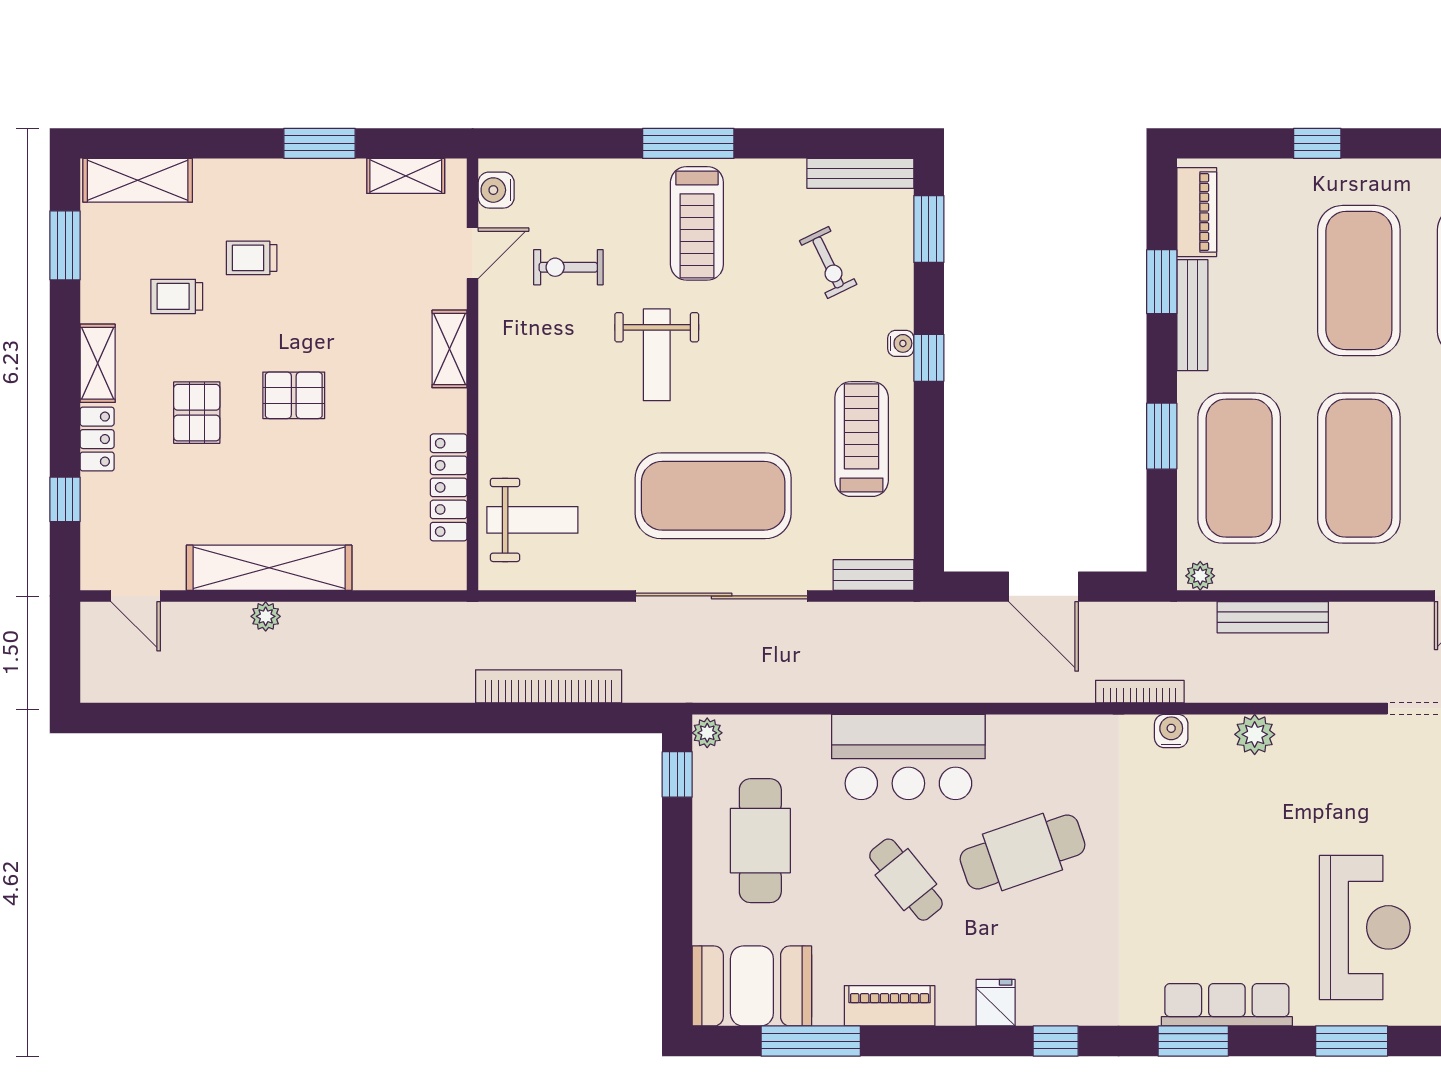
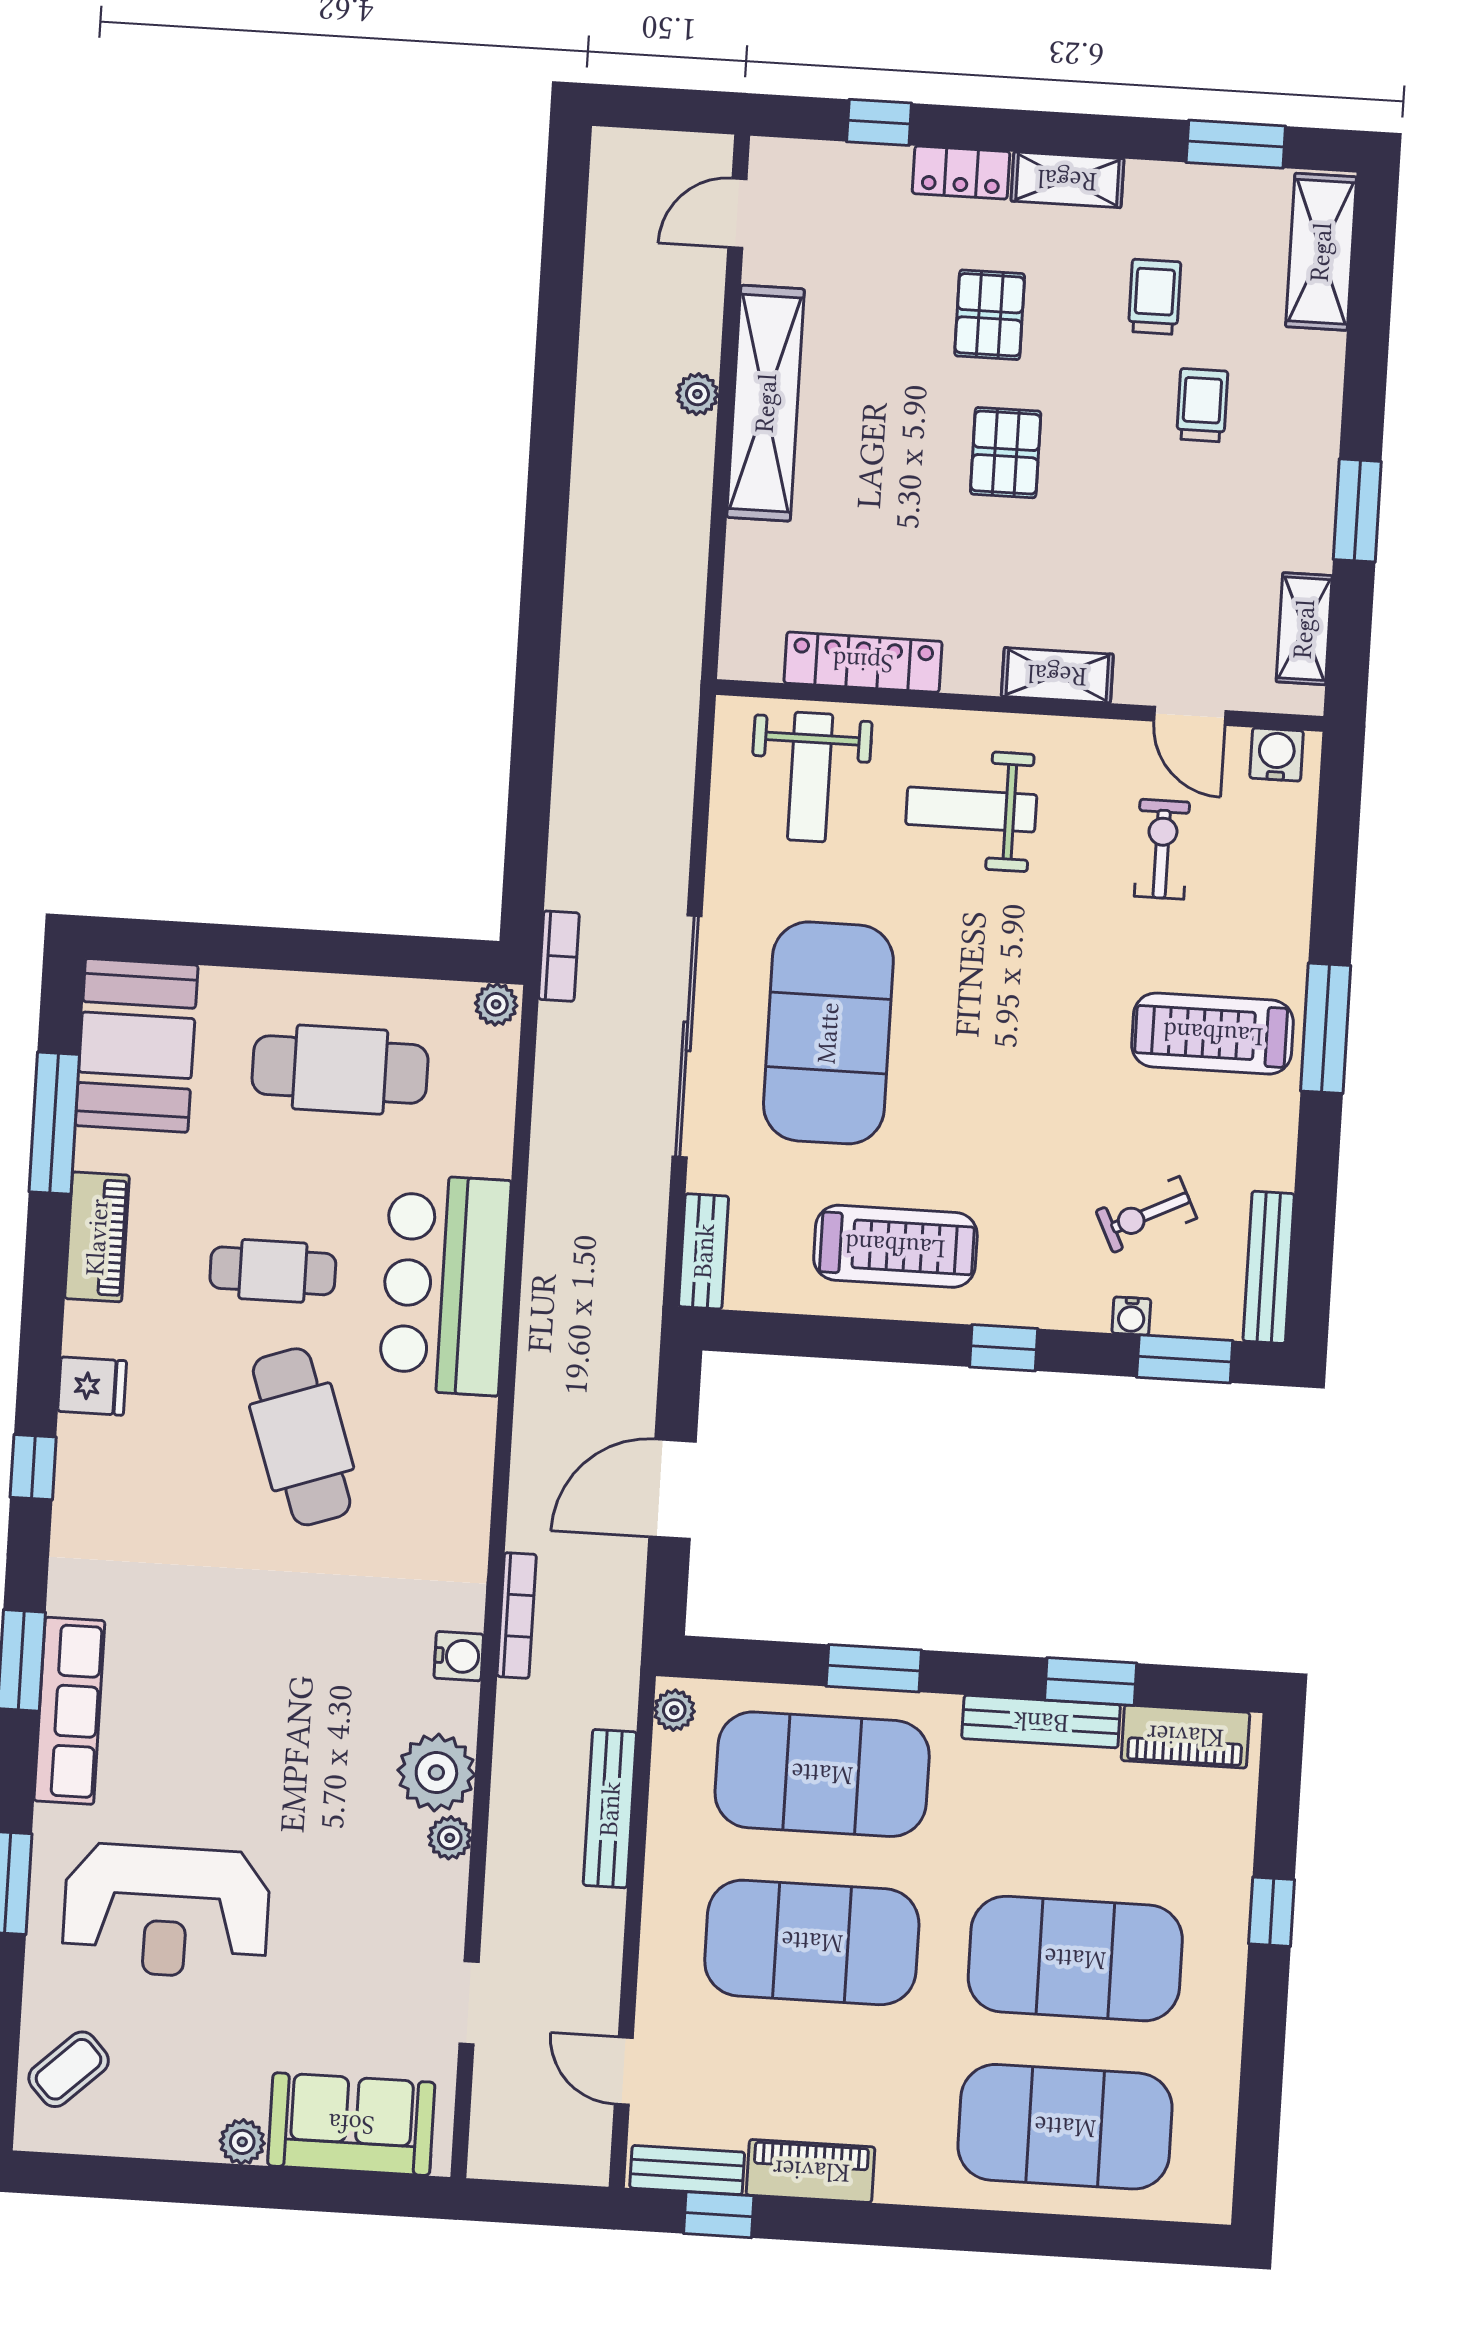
water cooler: (901, 343) -> (1131, 1316), moved
weight bench: (657, 355) -> (971, 809), moved
pallet: (197, 413) -> (990, 315), turned 90
bookcase: (549, 686) -> (559, 956), moved, width x0.43, depth x0.76
plant: (1300, 729) -> (450, 1838), added
plant: (1255, 734) -> (436, 1773), width x1.36, depth x1.36
window: (677, 774) -> (440, 959), removed
cafe table: (906, 880) -> (273, 1271), turned 39

